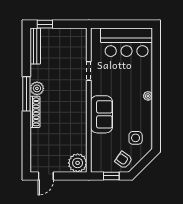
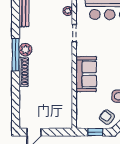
plant: (78, 163) -> (68, 11), moved, width x0.53, depth x0.53

